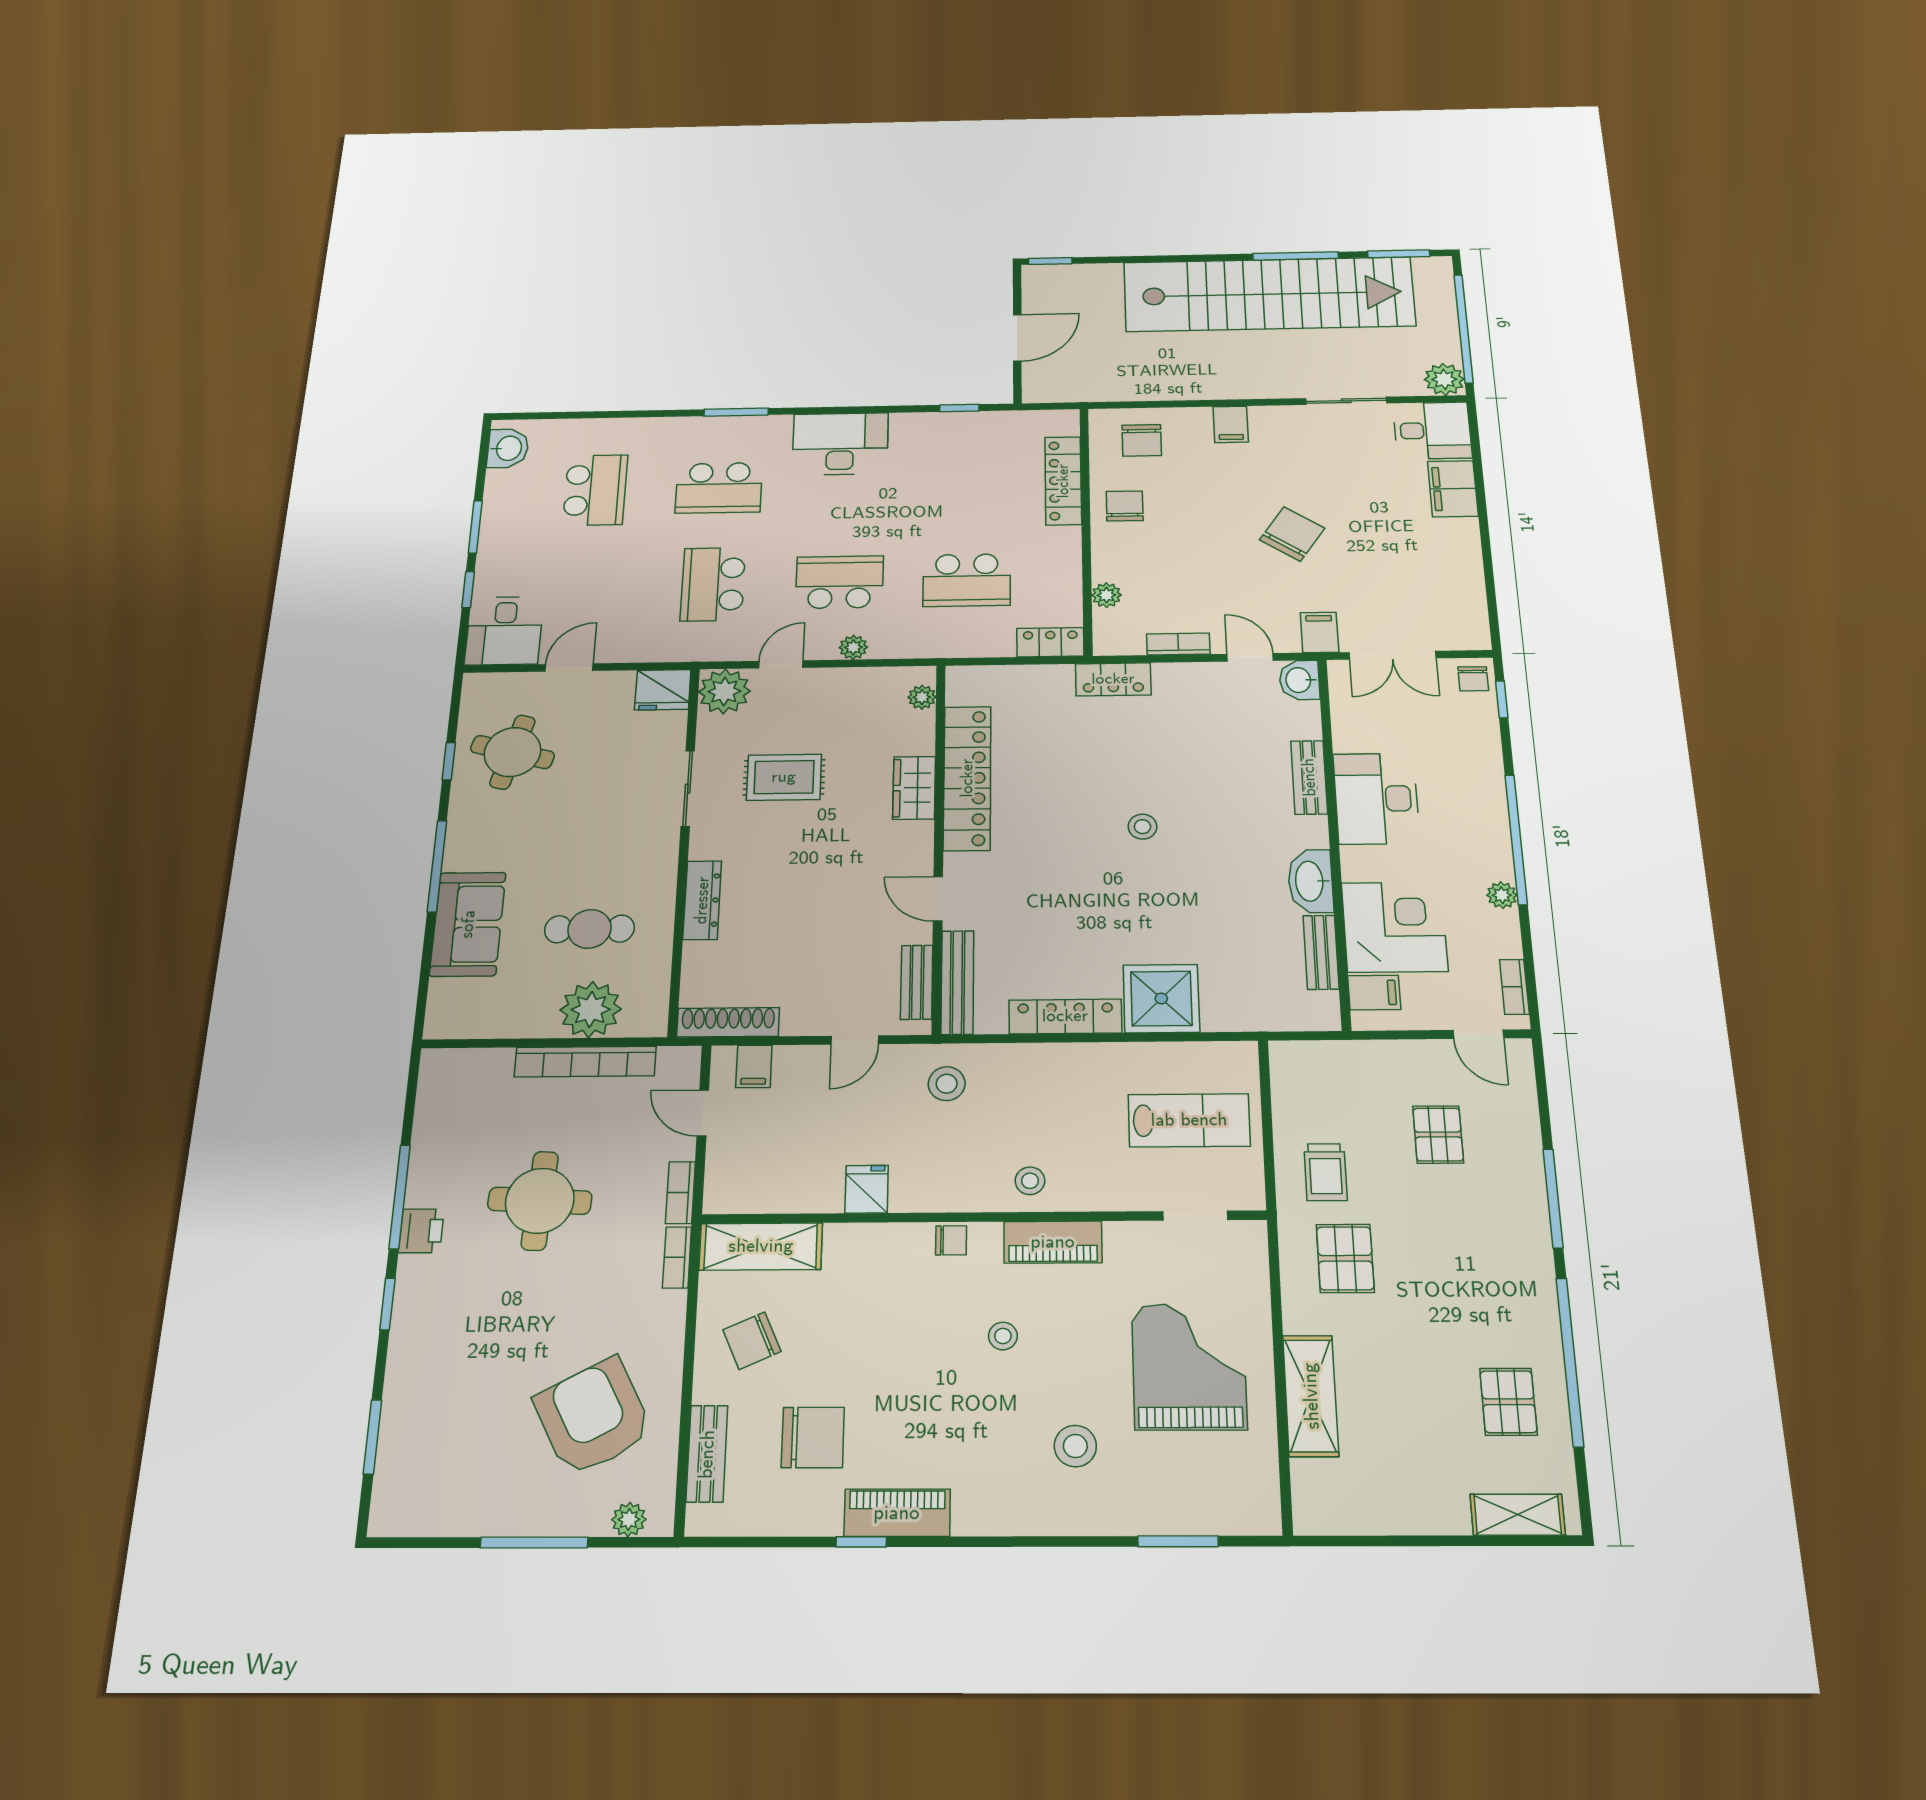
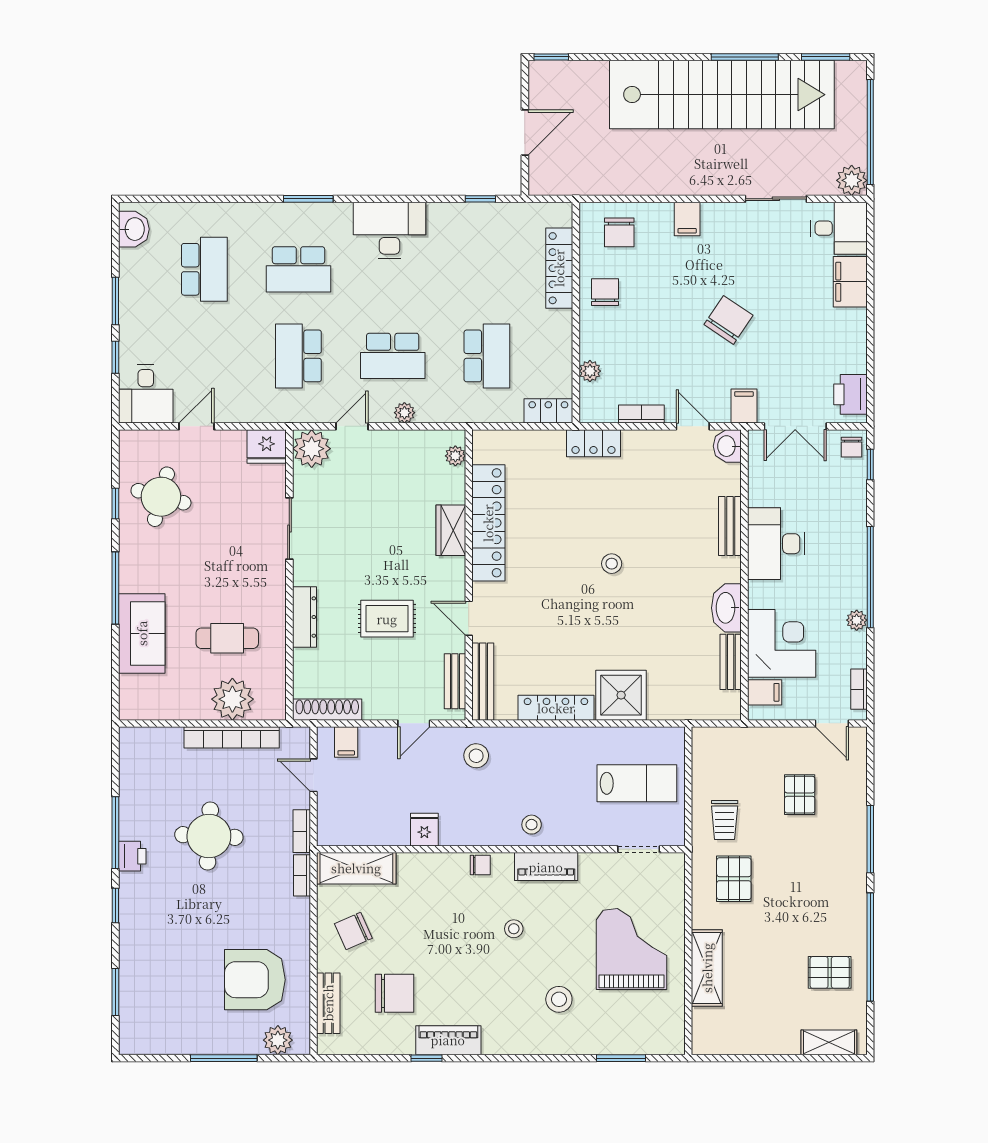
school desk: (967, 580) -> (487, 356), turned -90
school desk: (840, 582) -> (393, 356), turned 180
printer: (1466, 616) -> (850, 394), added
rug: (784, 777) -> (387, 619), moved
pallet: (1508, 1402) -> (830, 972), turned 90
armchair: (593, 1417) -> (255, 980), turned -62
plant: (629, 1519) -> (278, 1040), width x1.38, depth x1.38

